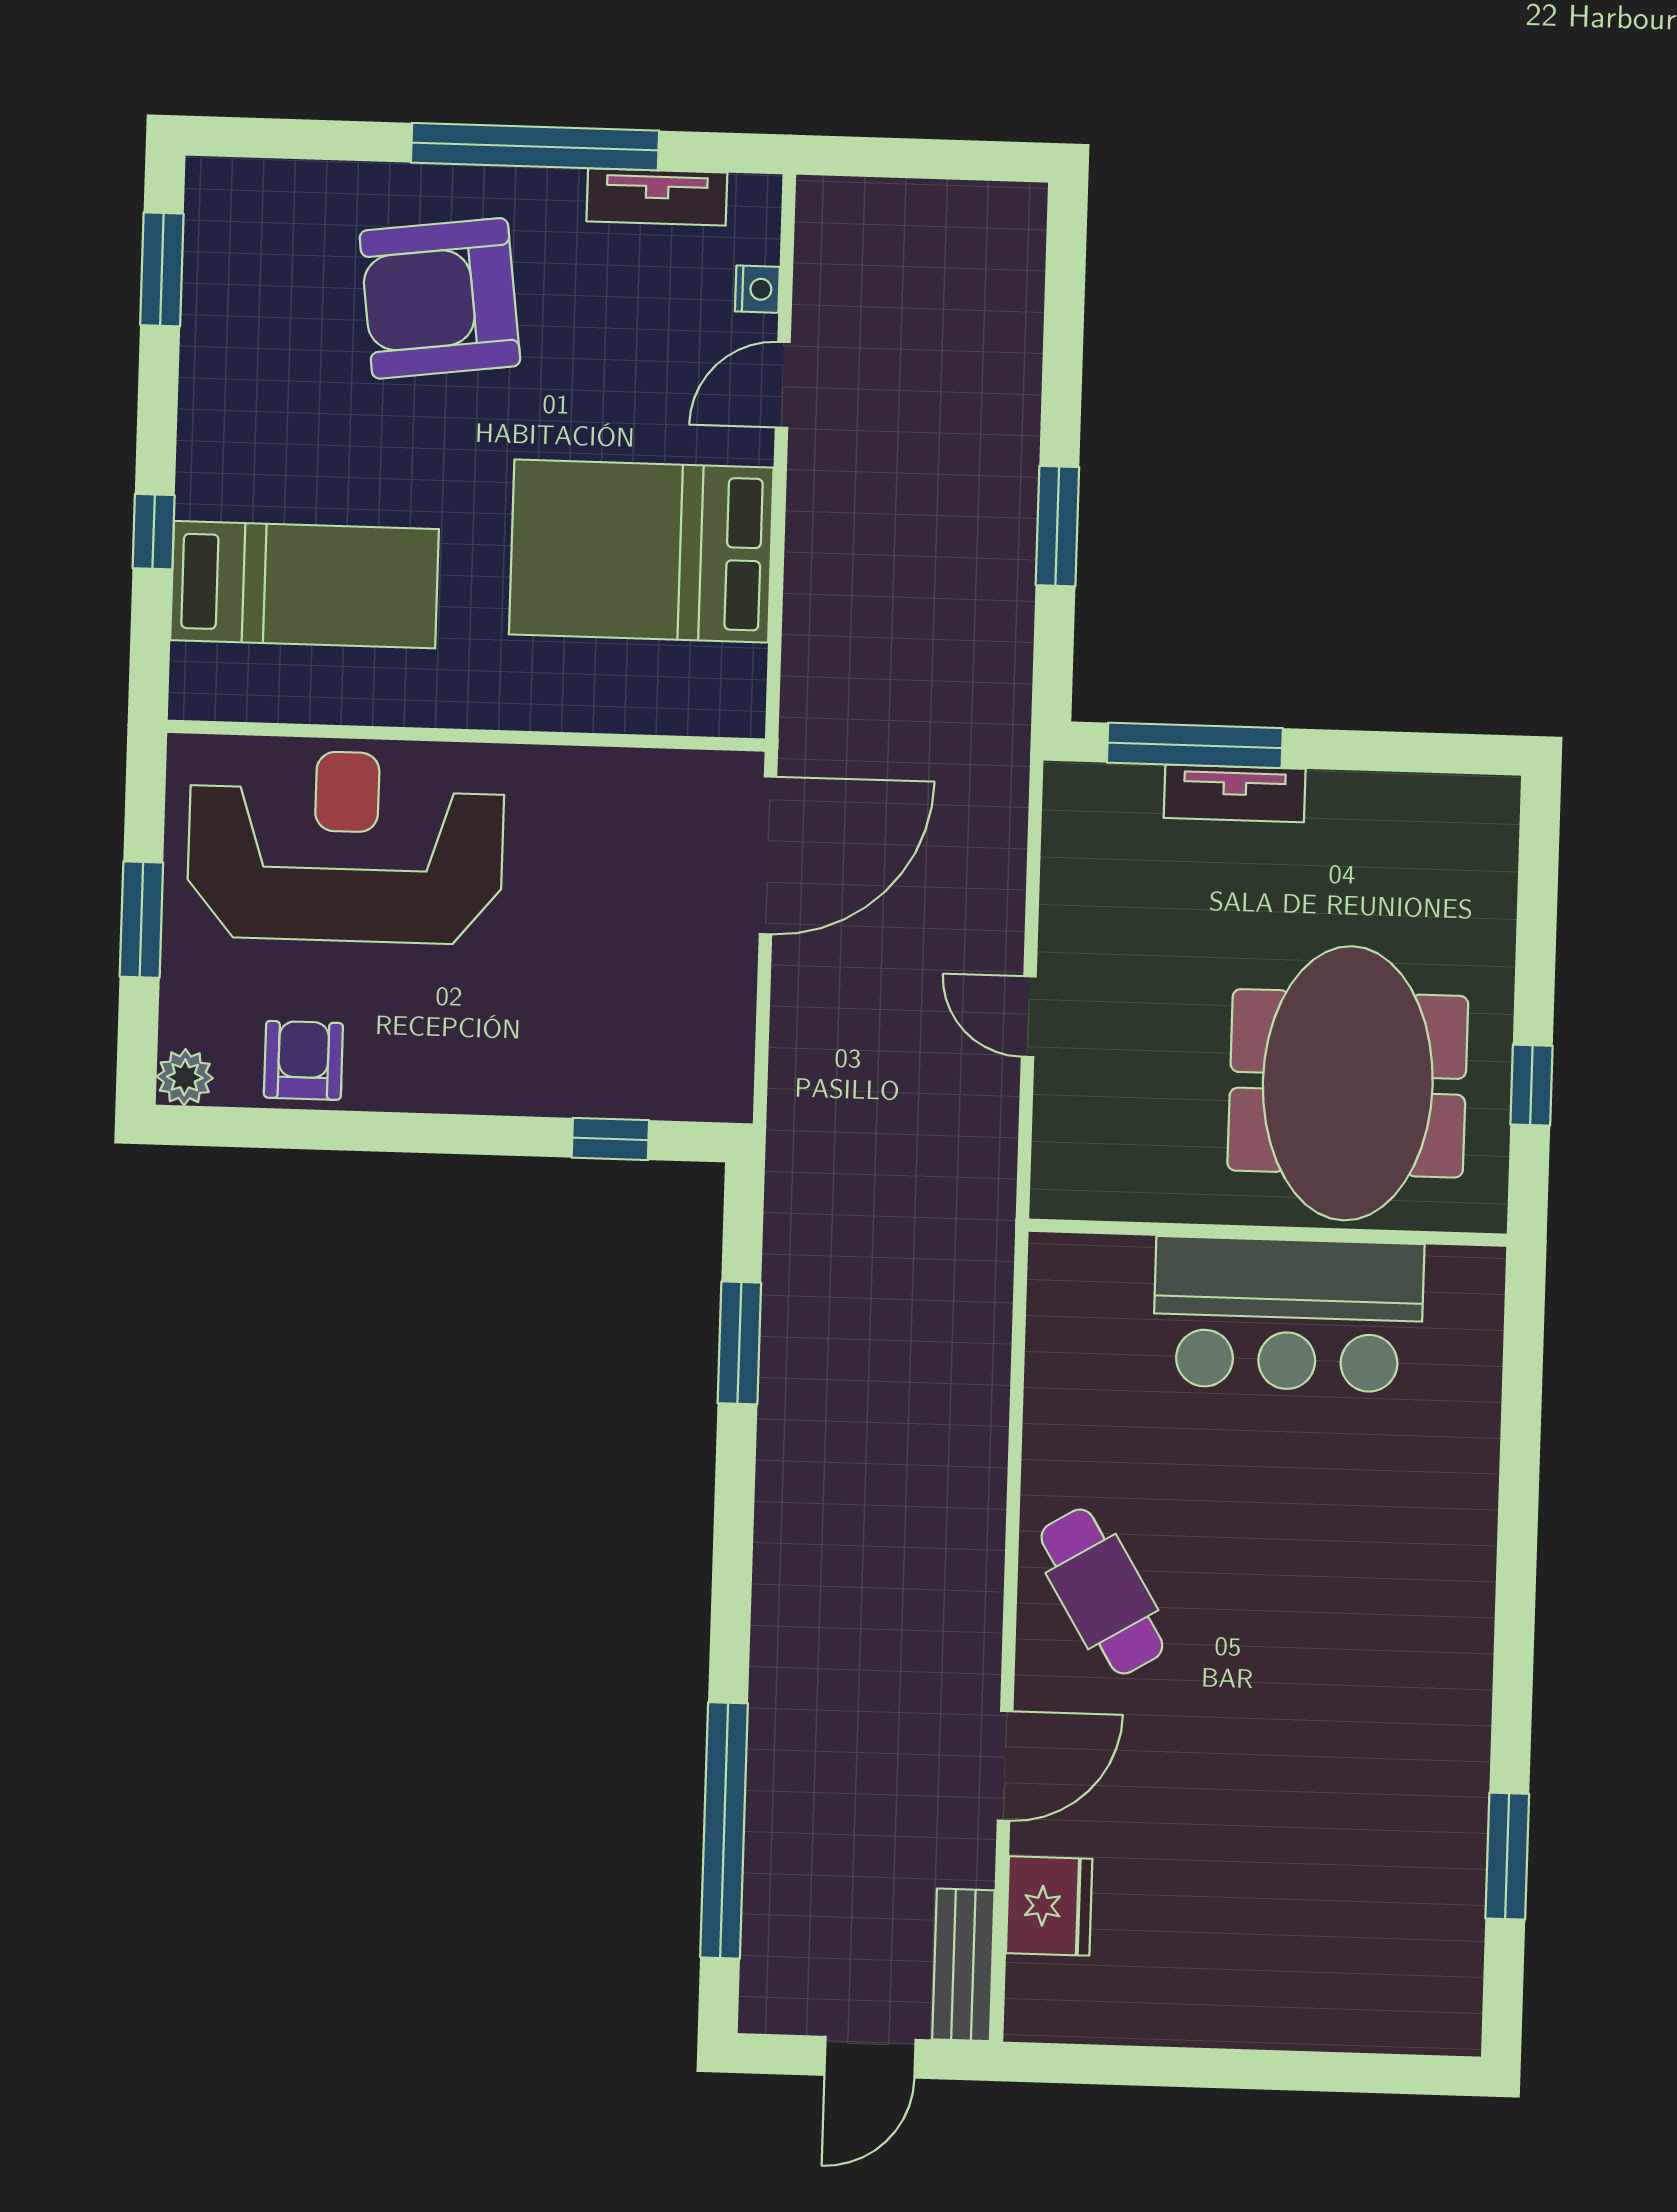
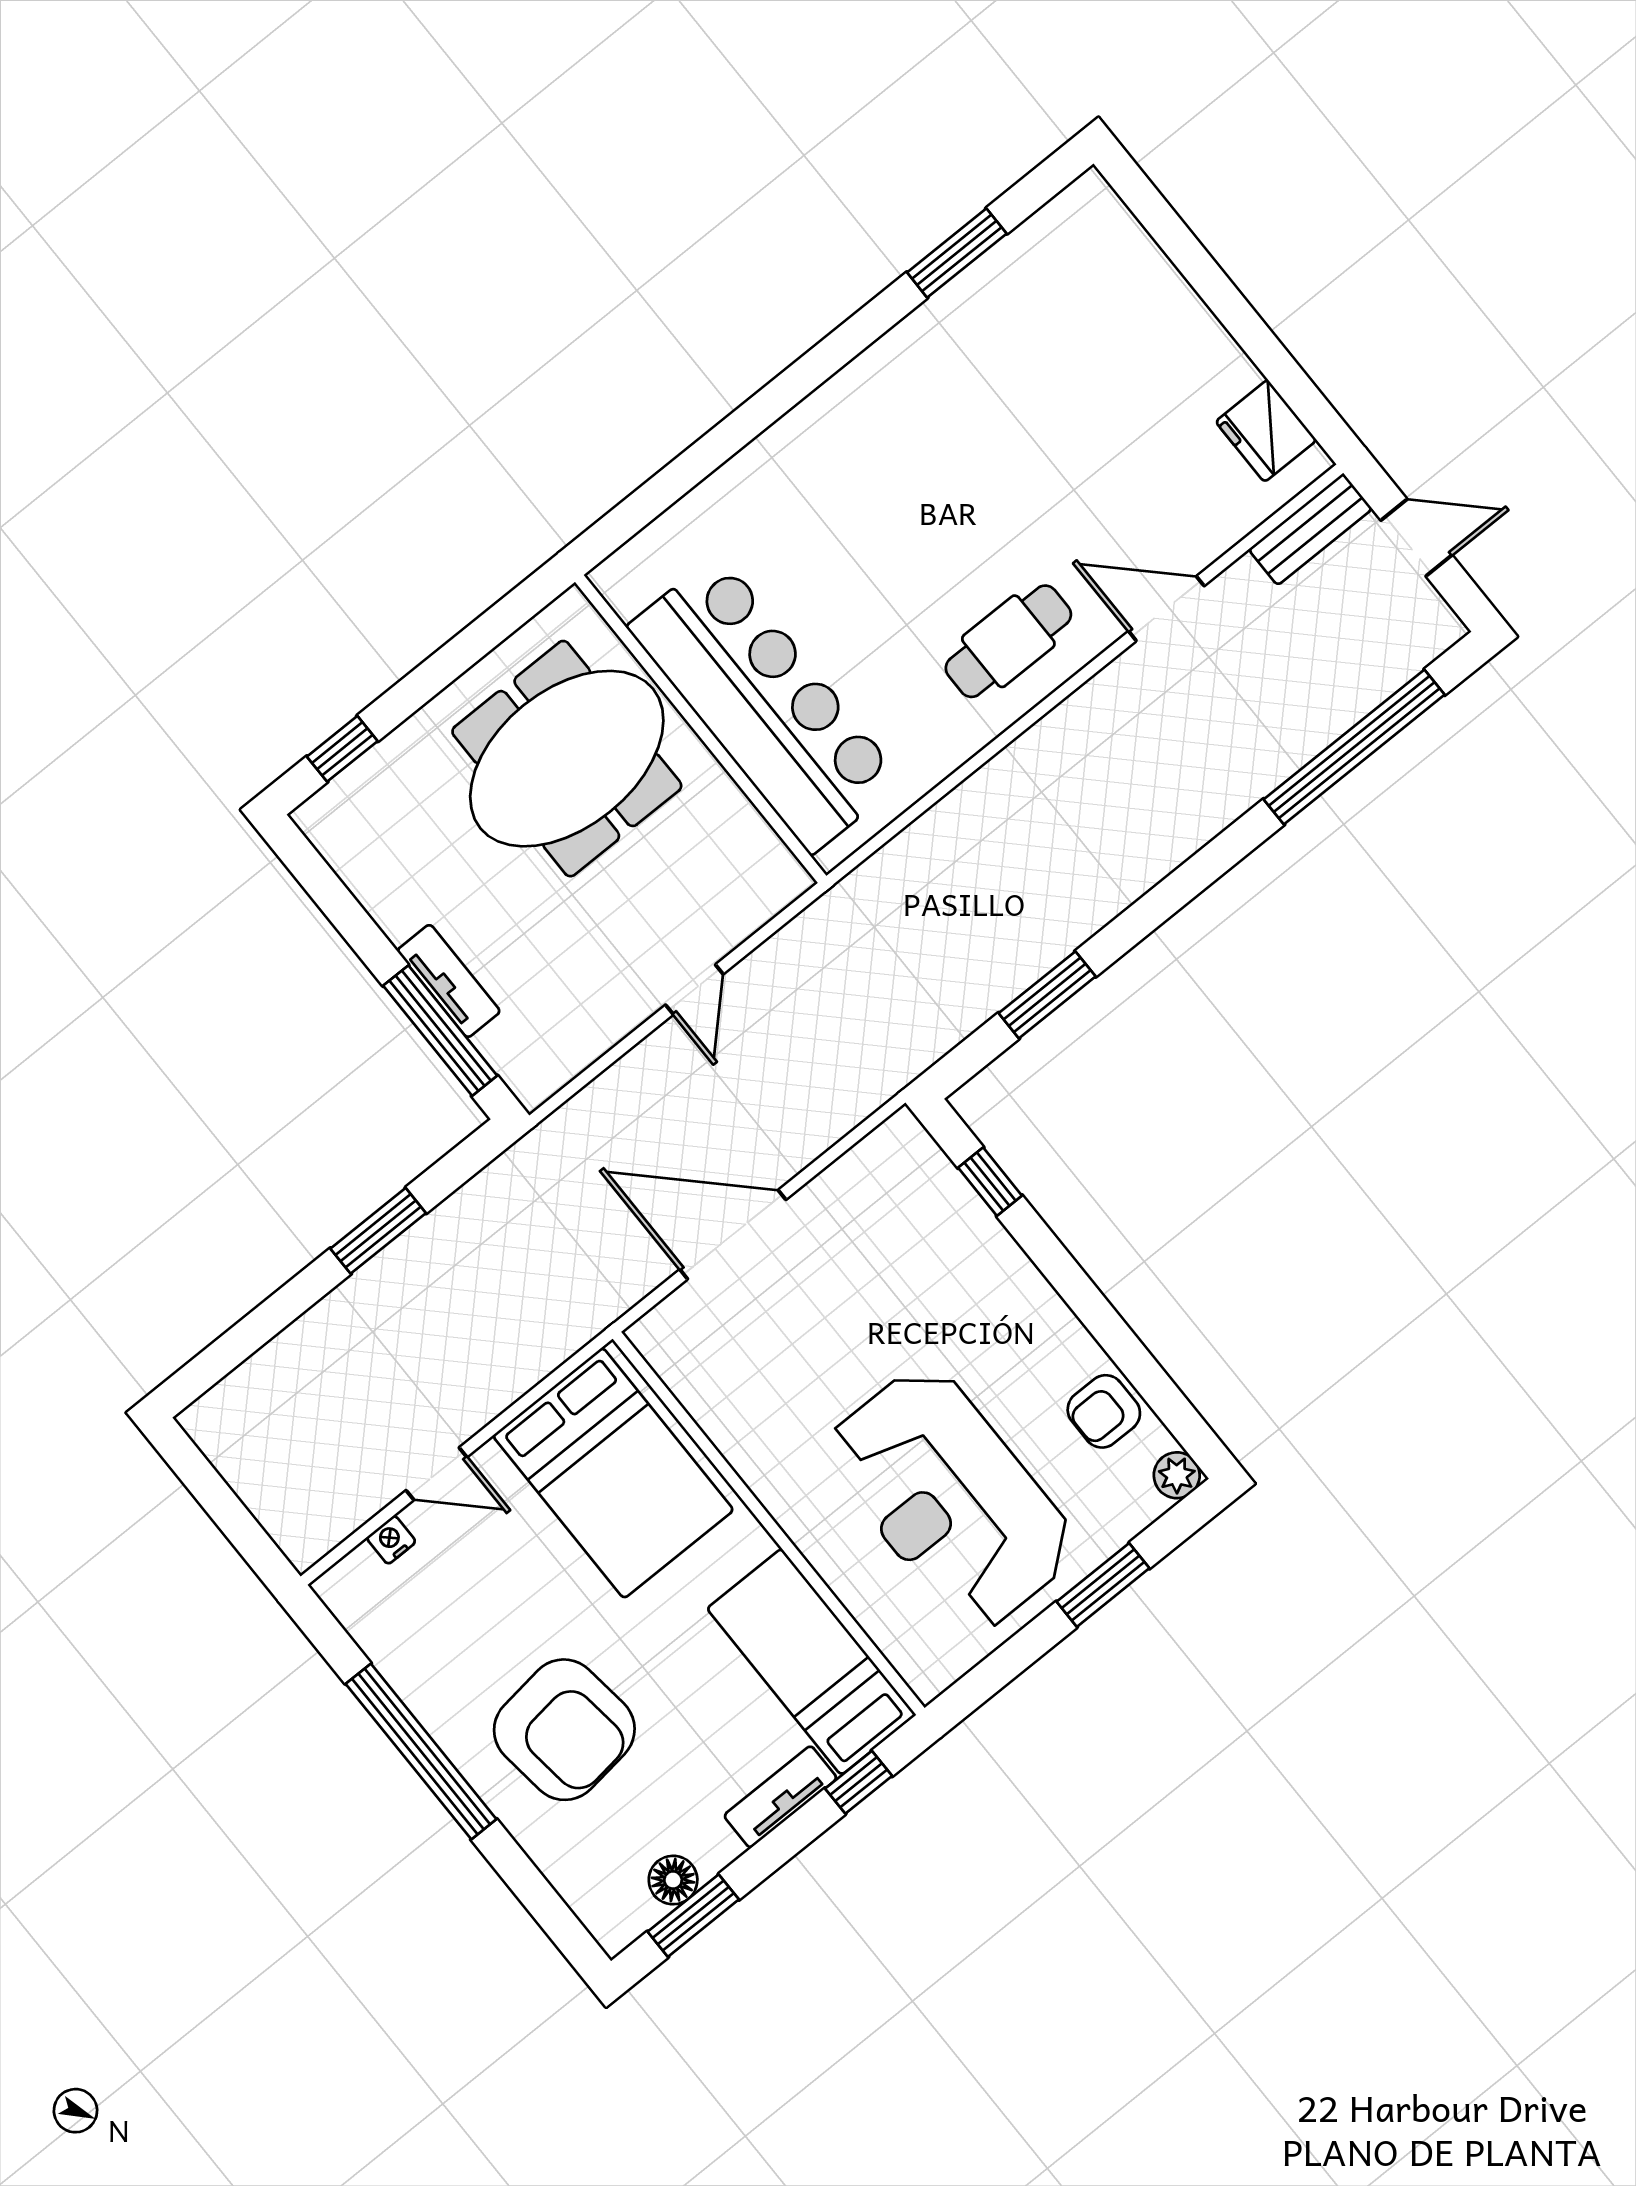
tv unit: (657, 197) -> (780, 1797), moved, turned -90
floor lamp: (211, 279) -> (673, 1880), added
wall: (466, 736) -> (769, 1523), moved
window: (1531, 1085) -> (342, 749), moved
bar counter: (1288, 1314) -> (765, 704), width x1.36
cafe table: (1102, 1592) -> (1008, 641), turned 31
fridge: (1049, 1906) -> (1266, 431), moved, turned -90

